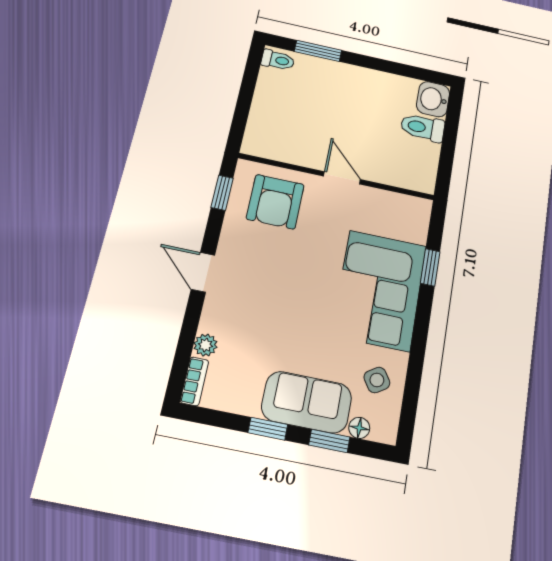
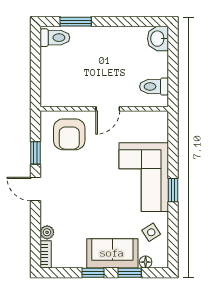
toilet: (278, 60) -> (55, 38), width x1.37, depth x1.39
toilet: (423, 128) -> (154, 87), moved
door: (342, 178) -> (108, 109), swing flipped
window: (222, 193) -> (35, 153), moved
window: (430, 267) -> (173, 190), moved

